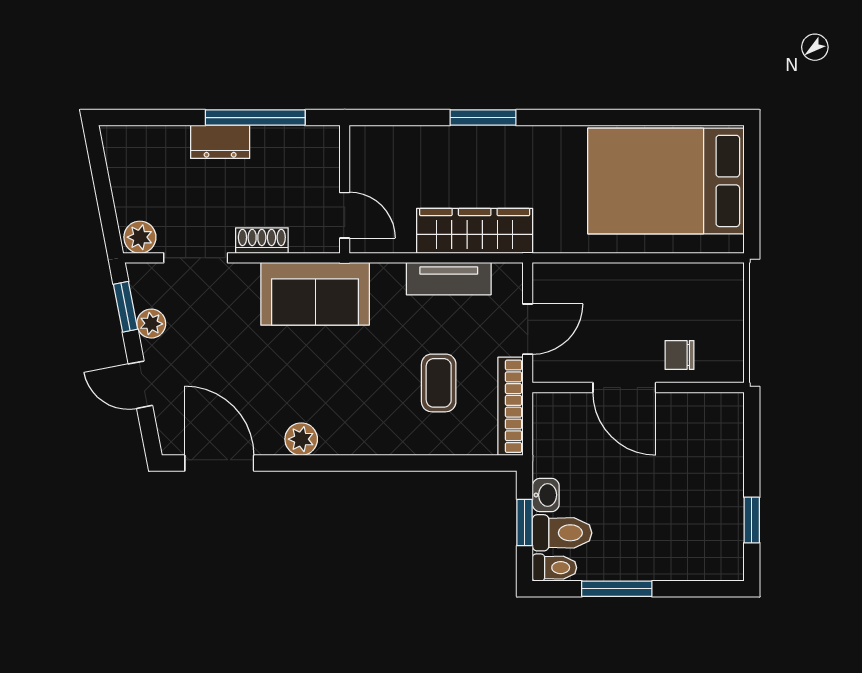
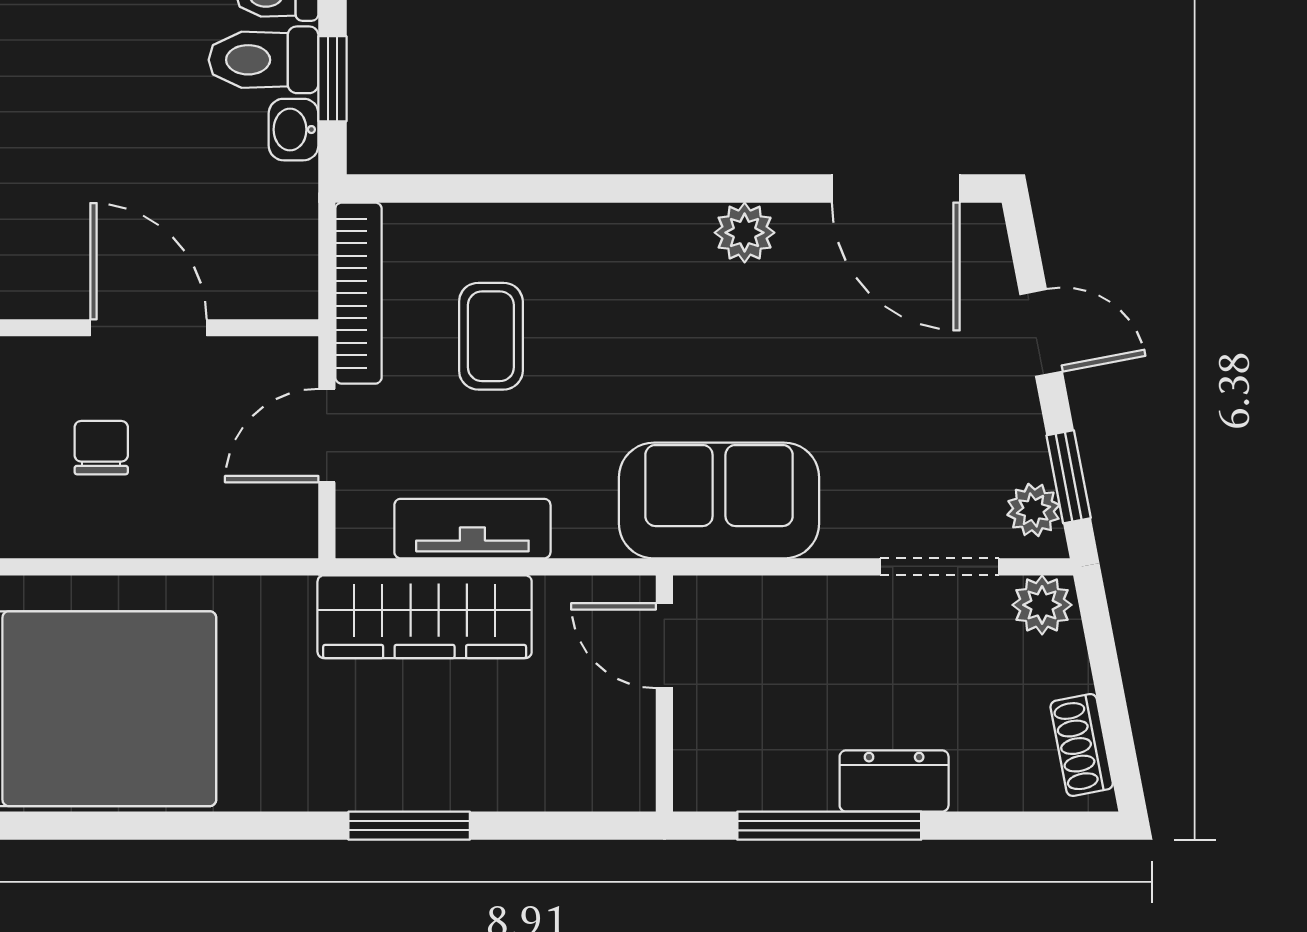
shoe rack: (262, 241) -> (1082, 745), moved, turned 79
plant: (151, 324) -> (1033, 510), moved
chair: (680, 355) -> (101, 448), moved, turned -90

